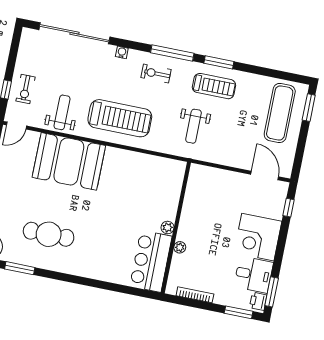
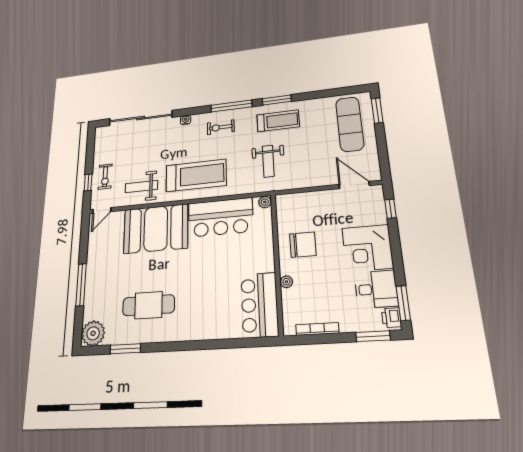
weight bench: (62, 112) -> (141, 187), turned -90
bar counter: (134, 169) -> (220, 217), added
chair: (203, 218) -> (303, 245), added
plant: (167, 228) -> (265, 202), moved

